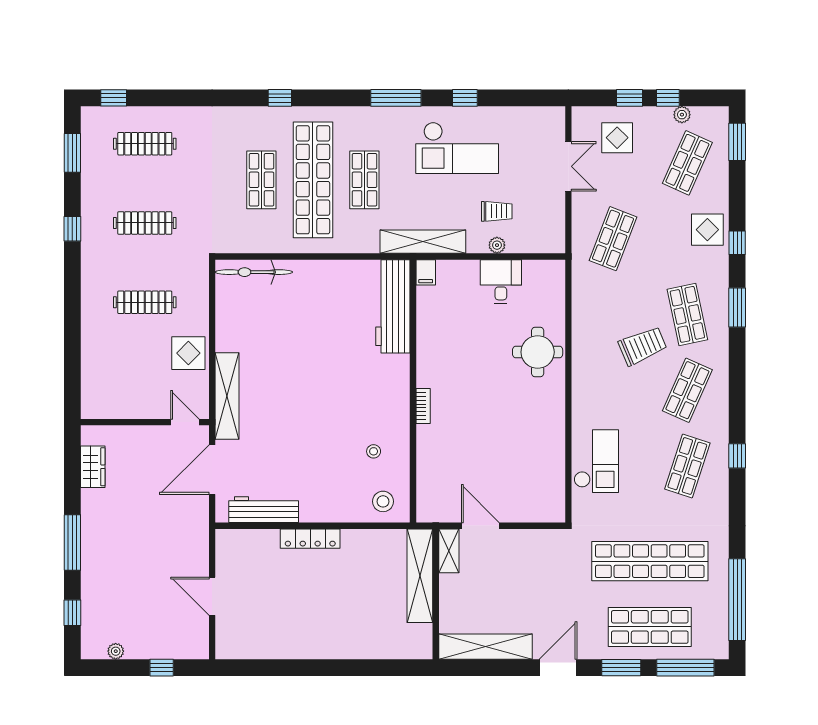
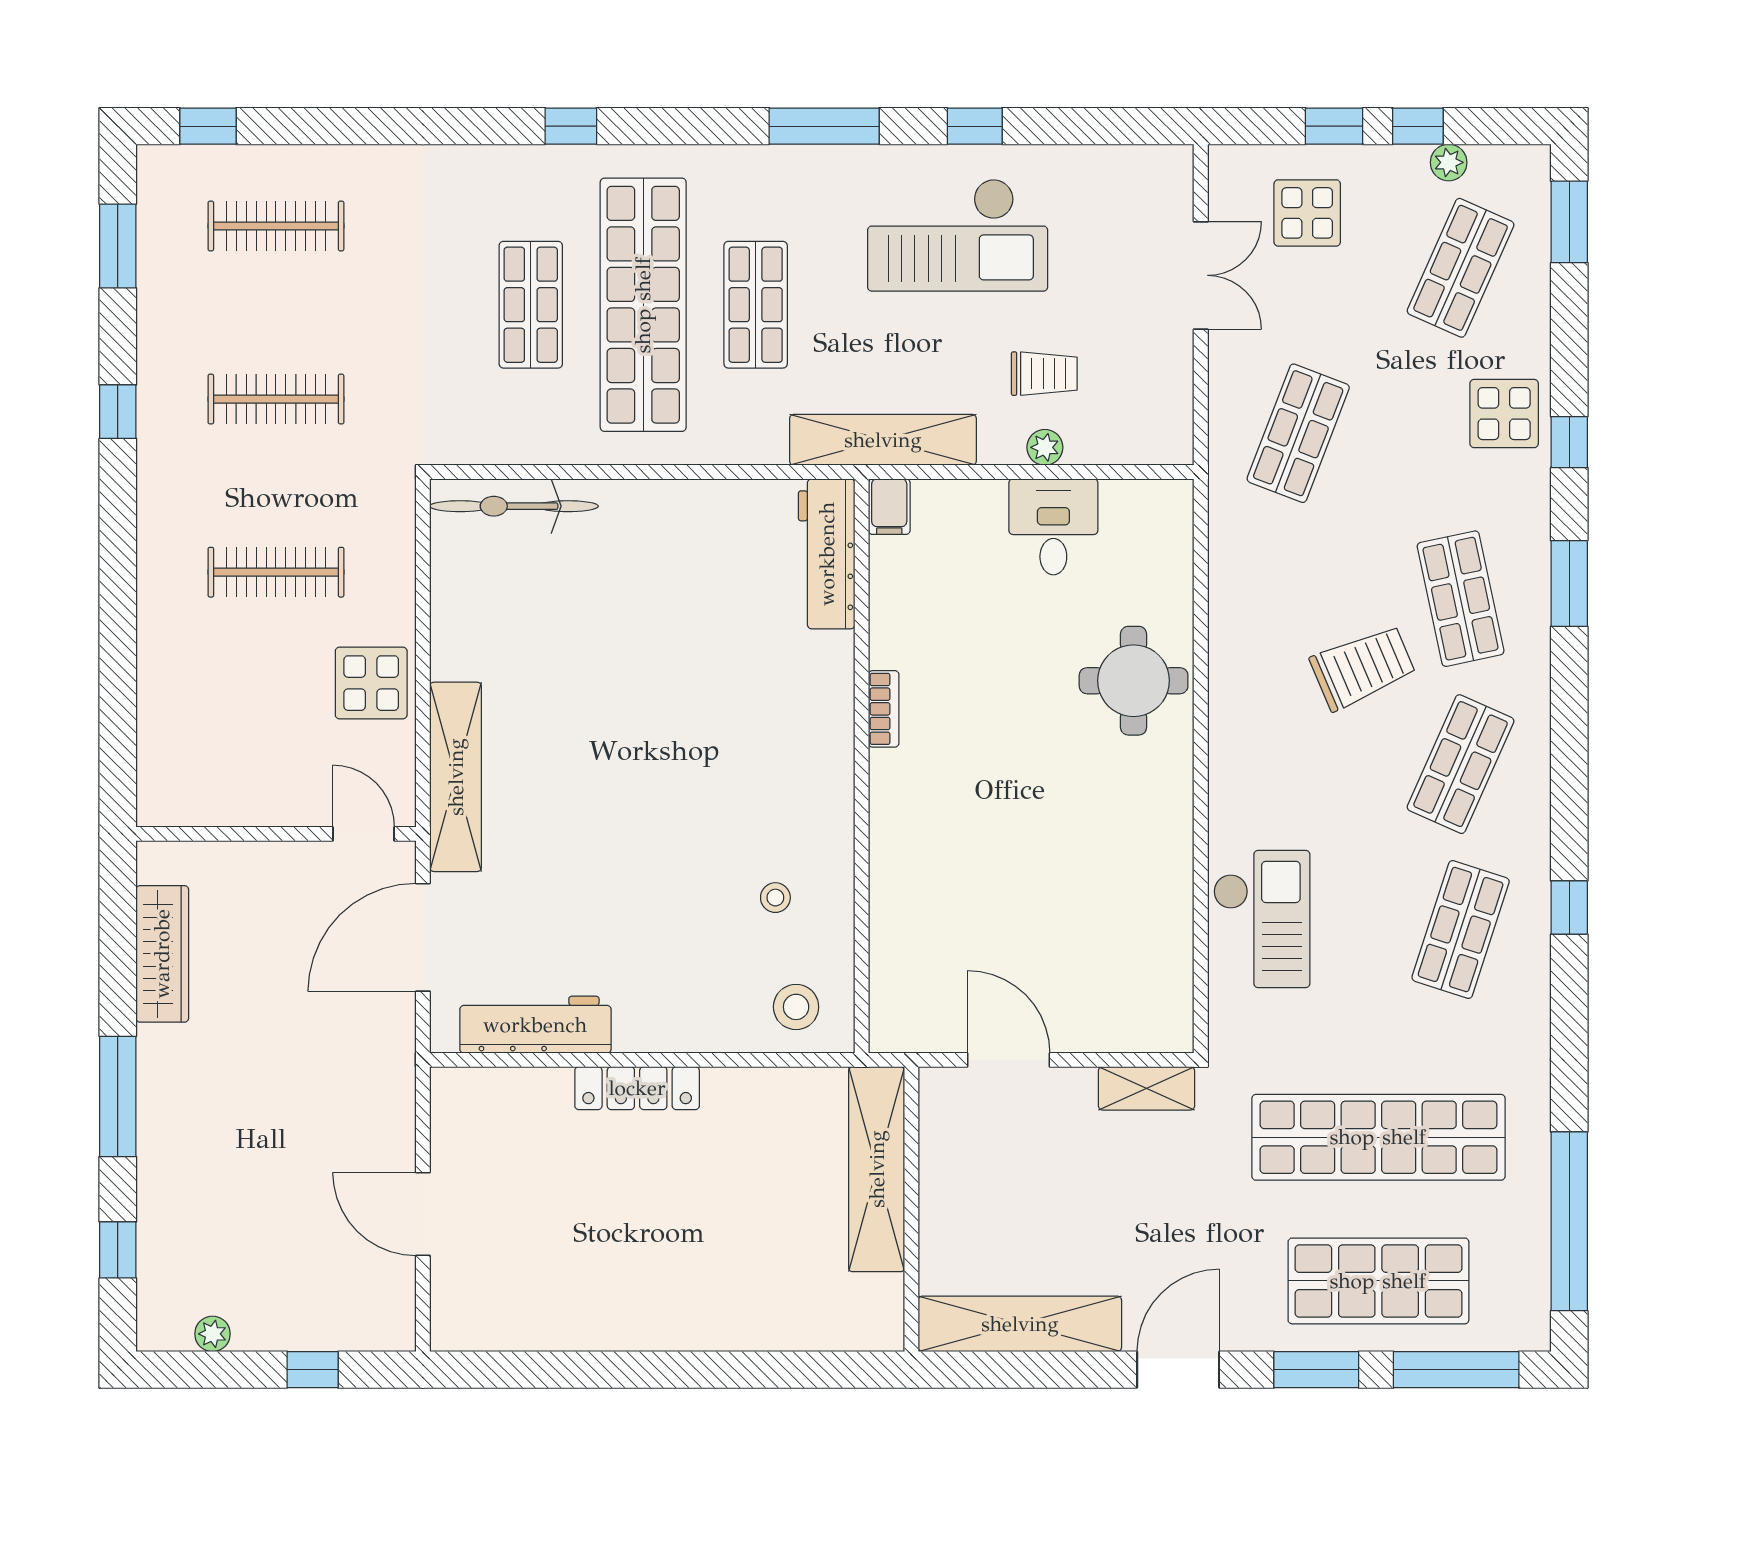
workbench: (393, 306) -> (827, 554), width x0.73, depth x0.76
bookcase: (423, 406) -> (884, 709), moved
wardrobe: (93, 467) -> (162, 954), width x1.50
shelving: (449, 551) -> (1147, 1088), moved, turned 90

